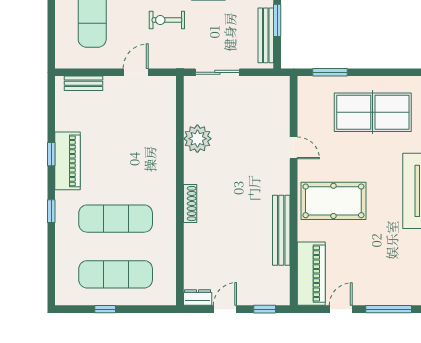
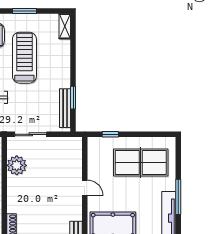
window: (330, 72) -> (110, 134), width x0.67
plant: (197, 139) -> (17, 165), moved

